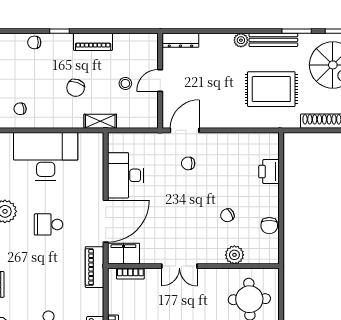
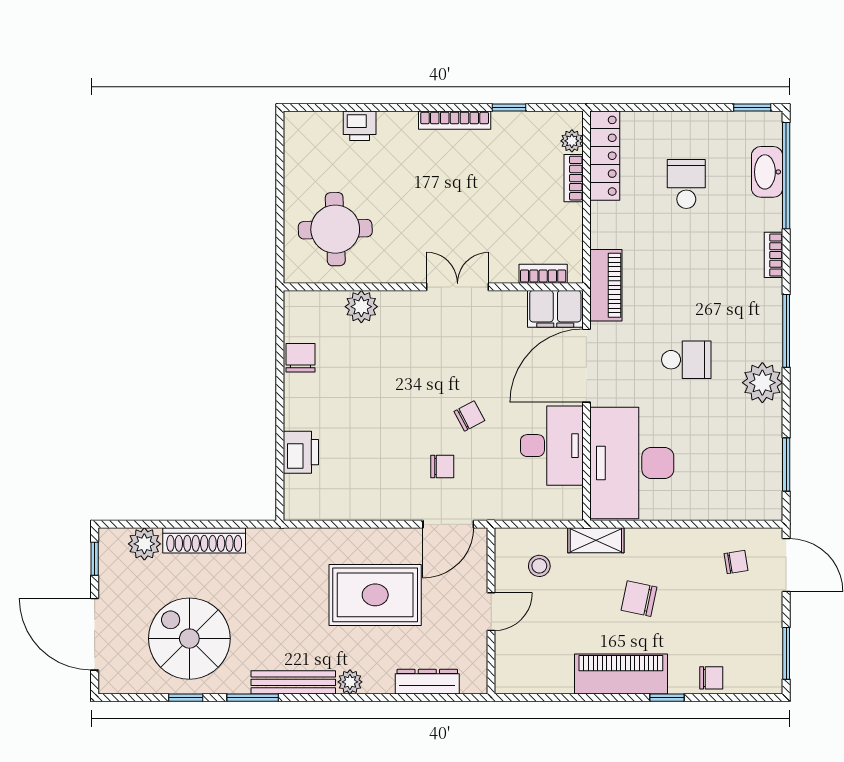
dresser: (180, 40) -> (427, 682), moved
piano: (93, 42) -> (621, 674), width x1.37, depth x1.33
stool: (125, 83) -> (539, 566), moved
chair: (76, 88) -> (639, 599), turned -97
rug: (271, 89) -> (375, 595), moved
desk: (46, 156) -> (632, 463), moved, turned 90
chair: (227, 215) -> (469, 416), moved

